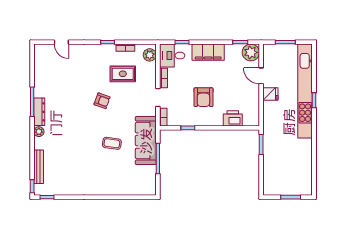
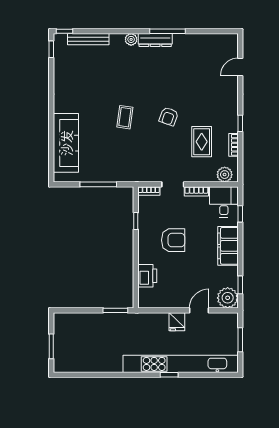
armchair: (203, 97) -> (173, 240), turned 180
sofa: (146, 141) -> (66, 143), moved, turned 90
coffee table: (112, 143) -> (125, 117), moved

